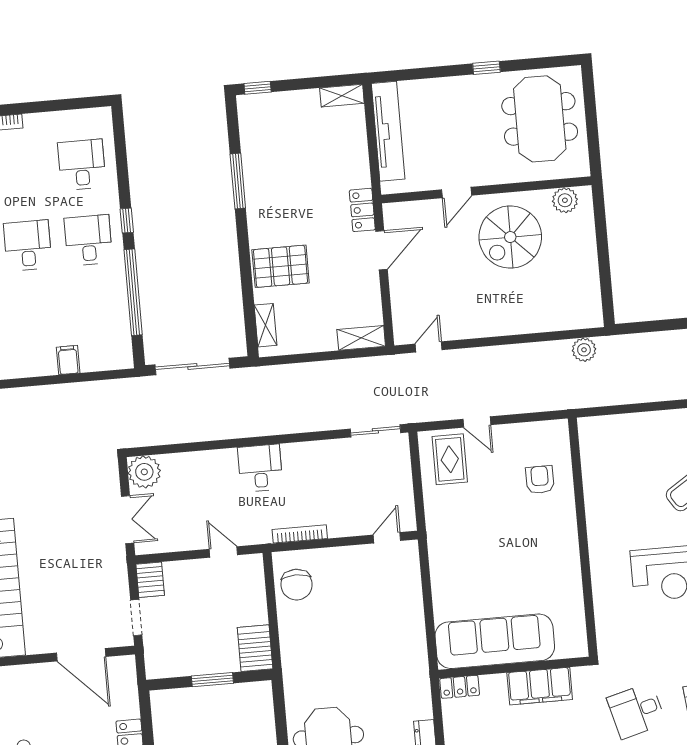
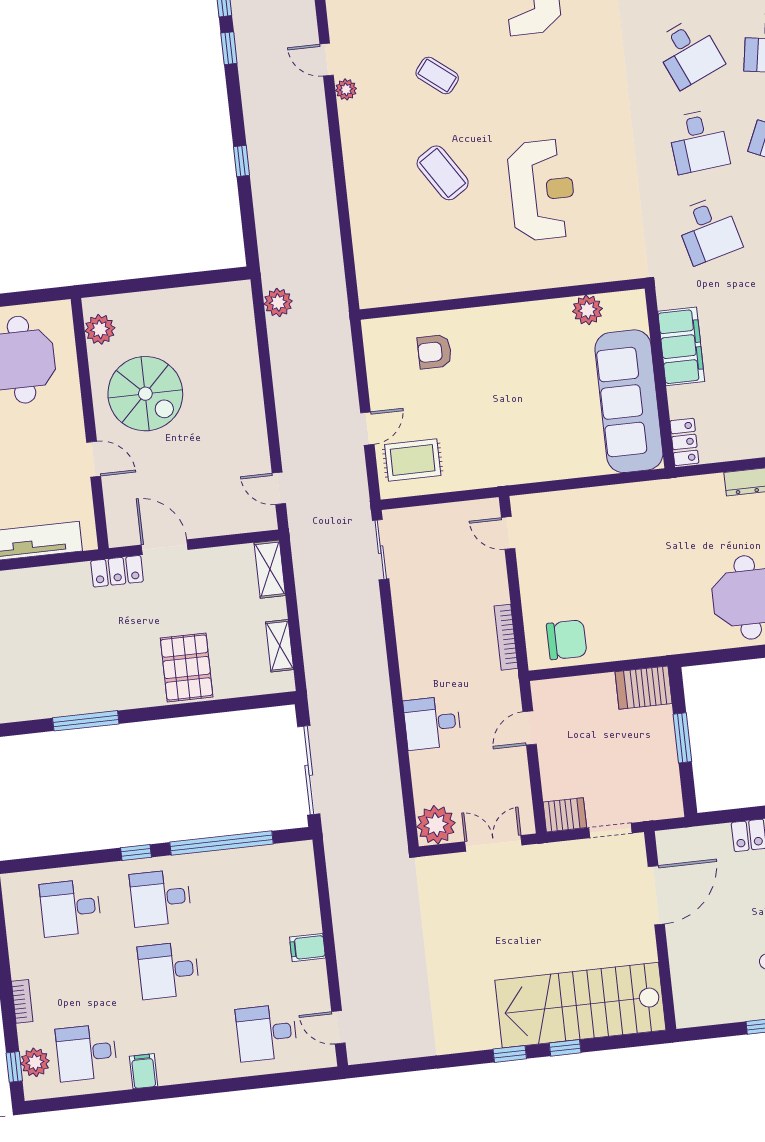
shelving: (265, 325) -> (280, 646), moved, turned 90
filing cabinet: (68, 360) -> (308, 948), moved
desk: (260, 468) -> (432, 723), moved
plant: (572, 608) -> (588, 310), added

